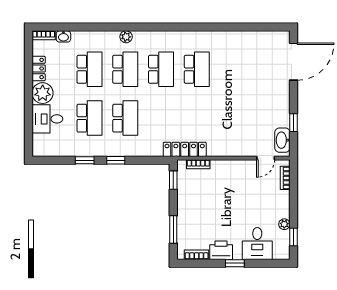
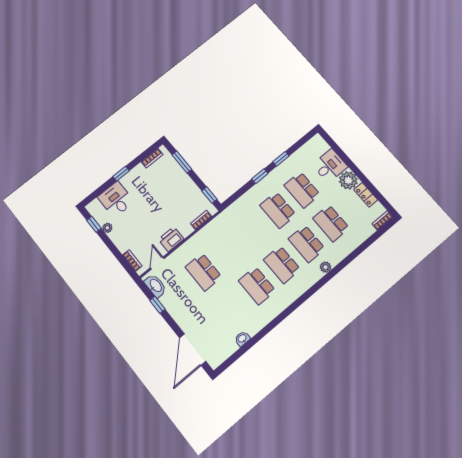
washbasin: (63, 36) -> (242, 339), moved
school desk: (232, 118) -> (203, 272), added
locker: (185, 149) -> (219, 222), removed
printer: (221, 250) -> (171, 239), moved, turned 180

